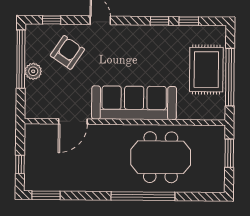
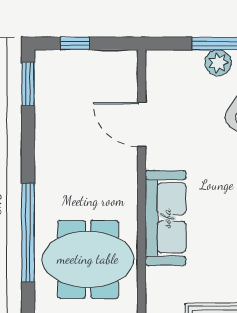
sofa: (134, 103) -> (166, 218), width x0.74, depth x0.79
meeting table: (161, 157) -> (88, 259), turned 90

